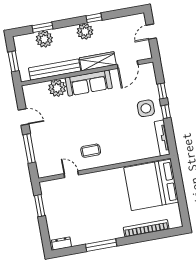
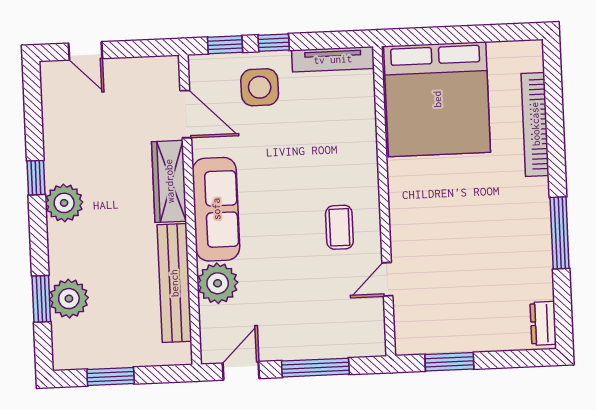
wardrobe: (98, 61) -> (169, 181), moved
door: (128, 65) -> (186, 114), moved
bench: (55, 70) -> (174, 283), moved
wall: (87, 72) -> (190, 210), moved
sofa: (89, 83) -> (216, 209), moved
plant: (57, 88) -> (218, 283), moved

